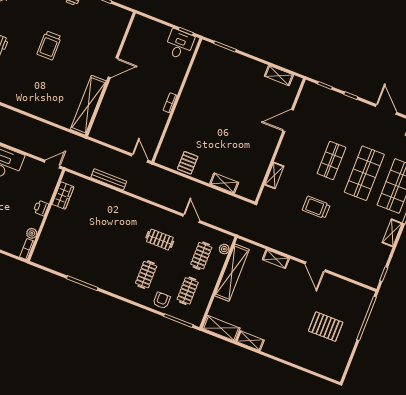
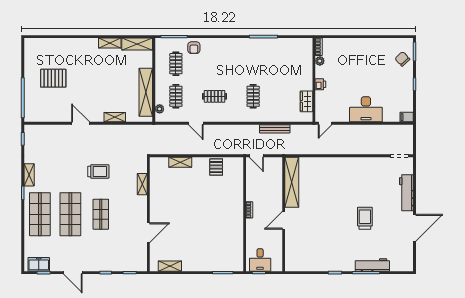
door: (113, 68) -> (284, 220), moved
wall: (110, 74) -> (284, 214), moved
shelving: (88, 105) -> (292, 182), moved
clothes rail: (146, 275) -> (253, 96), moved

